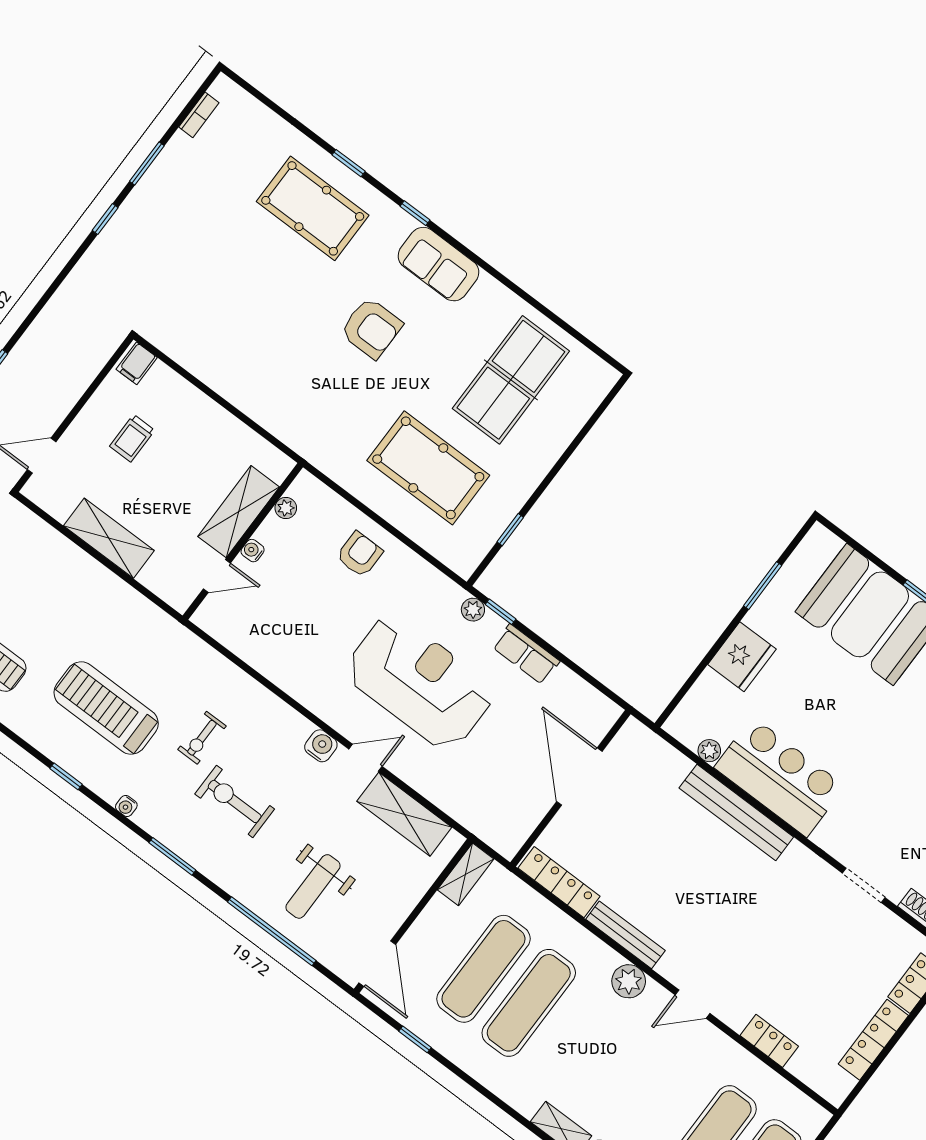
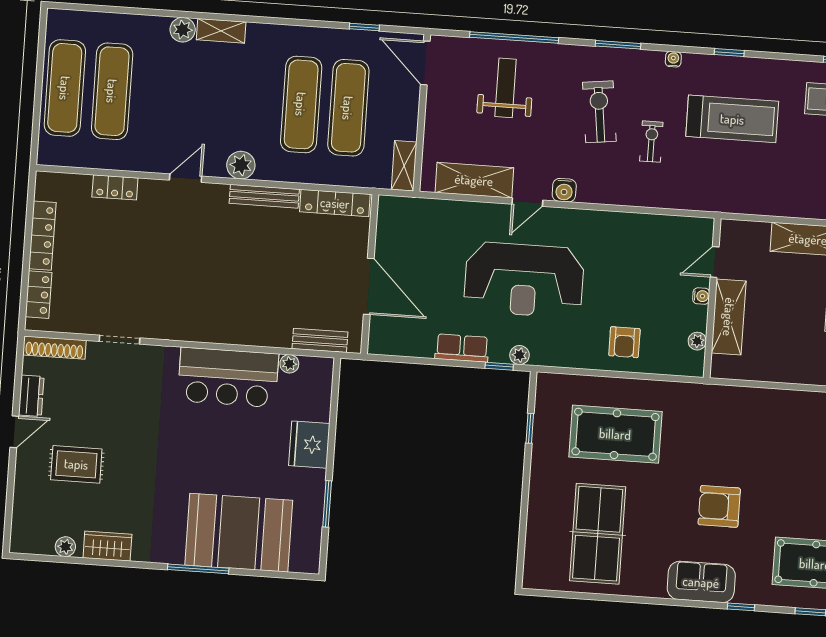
exercise bike: (235, 801) -> (599, 112), turned -97
bench: (736, 812) -> (320, 340), moved, width x0.54, depth x0.82

